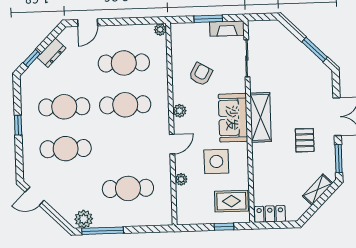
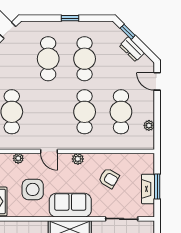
fireplace: (227, 29) -> (148, 189), moved
plant: (160, 30) -> (149, 125), moved

